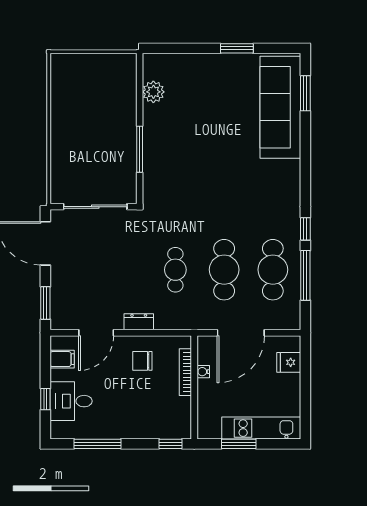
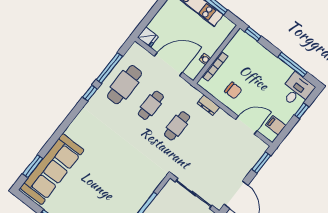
cafe table: (224, 270) -> (151, 105), width x0.73, depth x0.74
dresser: (139, 322) -> (208, 105), moved
fridge: (289, 362) -> (148, 37), moved
desk: (71, 401) -> (297, 90), moved, turned -90

